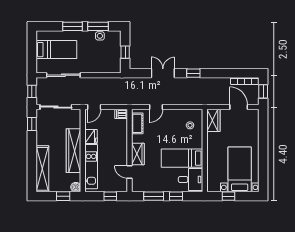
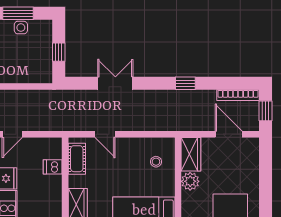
window: (193, 73) -> (185, 83), moved
door: (156, 107) -> (105, 134), hinge flipped
dishwasher: (121, 114) -> (53, 167), moved
plant: (213, 138) -> (190, 181), added

